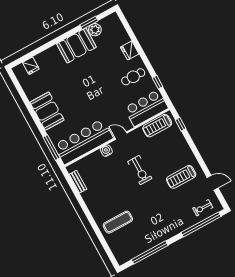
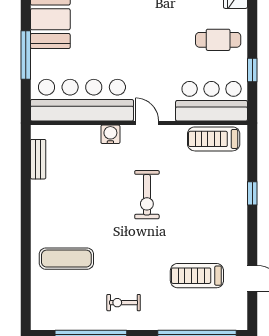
window: (181, 124) -> (252, 193), moved
window: (51, 147) -> (26, 55), moved
treadmill: (181, 177) -> (197, 276), moved
exercise bike: (203, 208) -> (124, 303), moved

